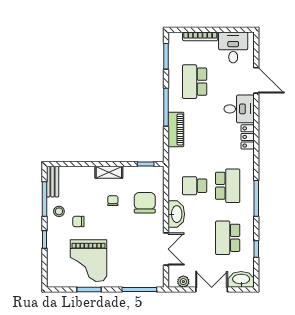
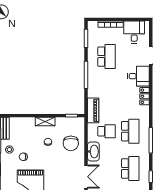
school desk: (195, 82) -> (107, 57), turned 180
piano: (176, 129) -> (93, 110), moved
school desk: (195, 186) -> (107, 131), turned 180
chair: (145, 203) -> (71, 143), turned 180
school desk: (228, 238) -> (130, 168), turned 180

